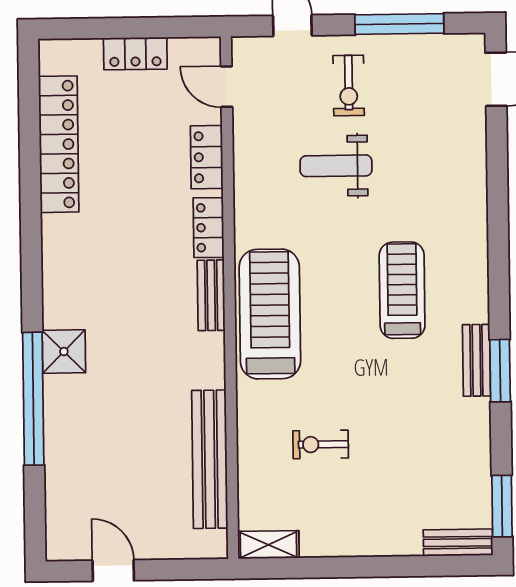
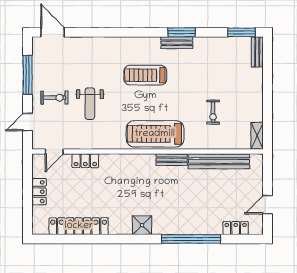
locker: (209, 228) -> (236, 228), moved, turned 180
bench: (211, 295) -> (172, 160), moved
shower: (64, 352) -> (142, 225), moved

